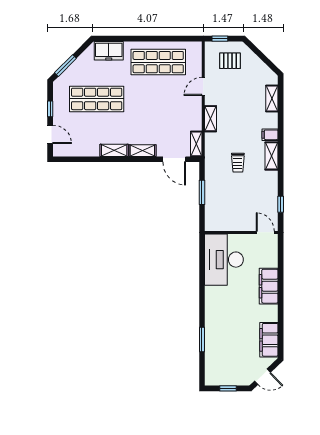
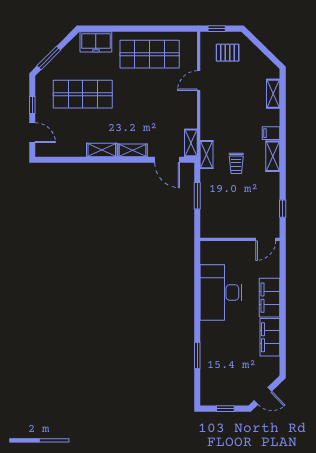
shelving: (211, 119) -> (207, 155), moved
door: (265, 232) -> (266, 239), swing flipped
desk: (224, 260) -> (221, 293), moved
filing cabinet: (269, 340) -> (270, 337), moved

